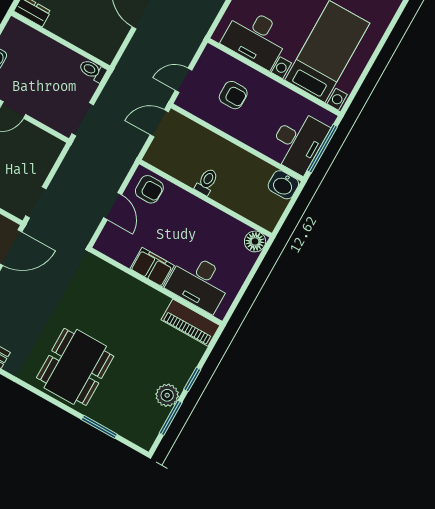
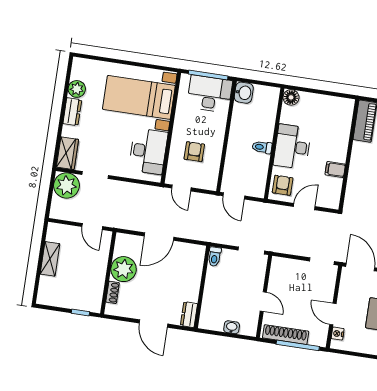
door: (184, 80) -> (181, 188), moved
filing cabinet: (152, 267) -> (335, 169), width x0.50
desk: (199, 282) -> (292, 147), moved, turned 180

